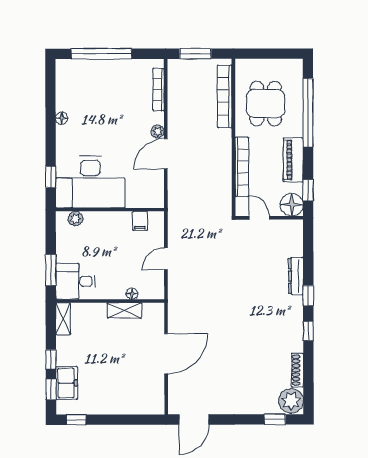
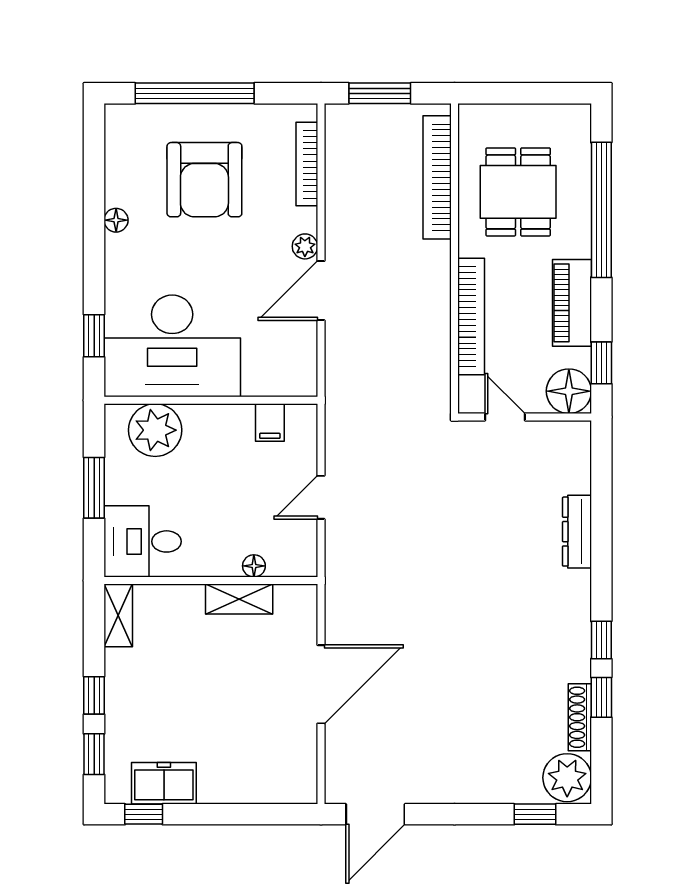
armchair: (106, 98) -> (204, 180), added
plant: (75, 219) -> (155, 430), width x1.87, depth x1.87
window: (51, 270) -> (94, 488), moved
window: (308, 296) -> (601, 697), moved
freezer: (67, 383) -> (164, 783), moved, turned -90

